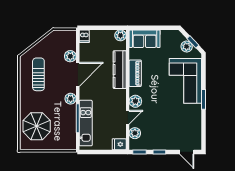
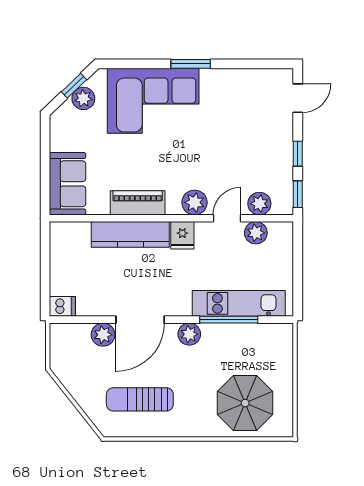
plant: (120, 35) -> (256, 233), moved
door: (78, 74) -> (140, 320), swing flipped
door: (128, 117) -> (227, 218), hinge flipped
fridge: (119, 144) -> (182, 235), moved

